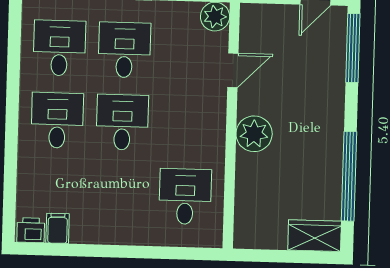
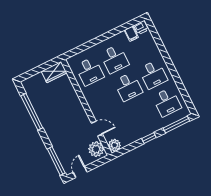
desk: (124, 50) -> (115, 59), moved
door: (233, 70) -> (97, 129), swing flipped
plant: (254, 134) -> (96, 149), moved
wardrobe: (315, 236) -> (54, 72), moved

